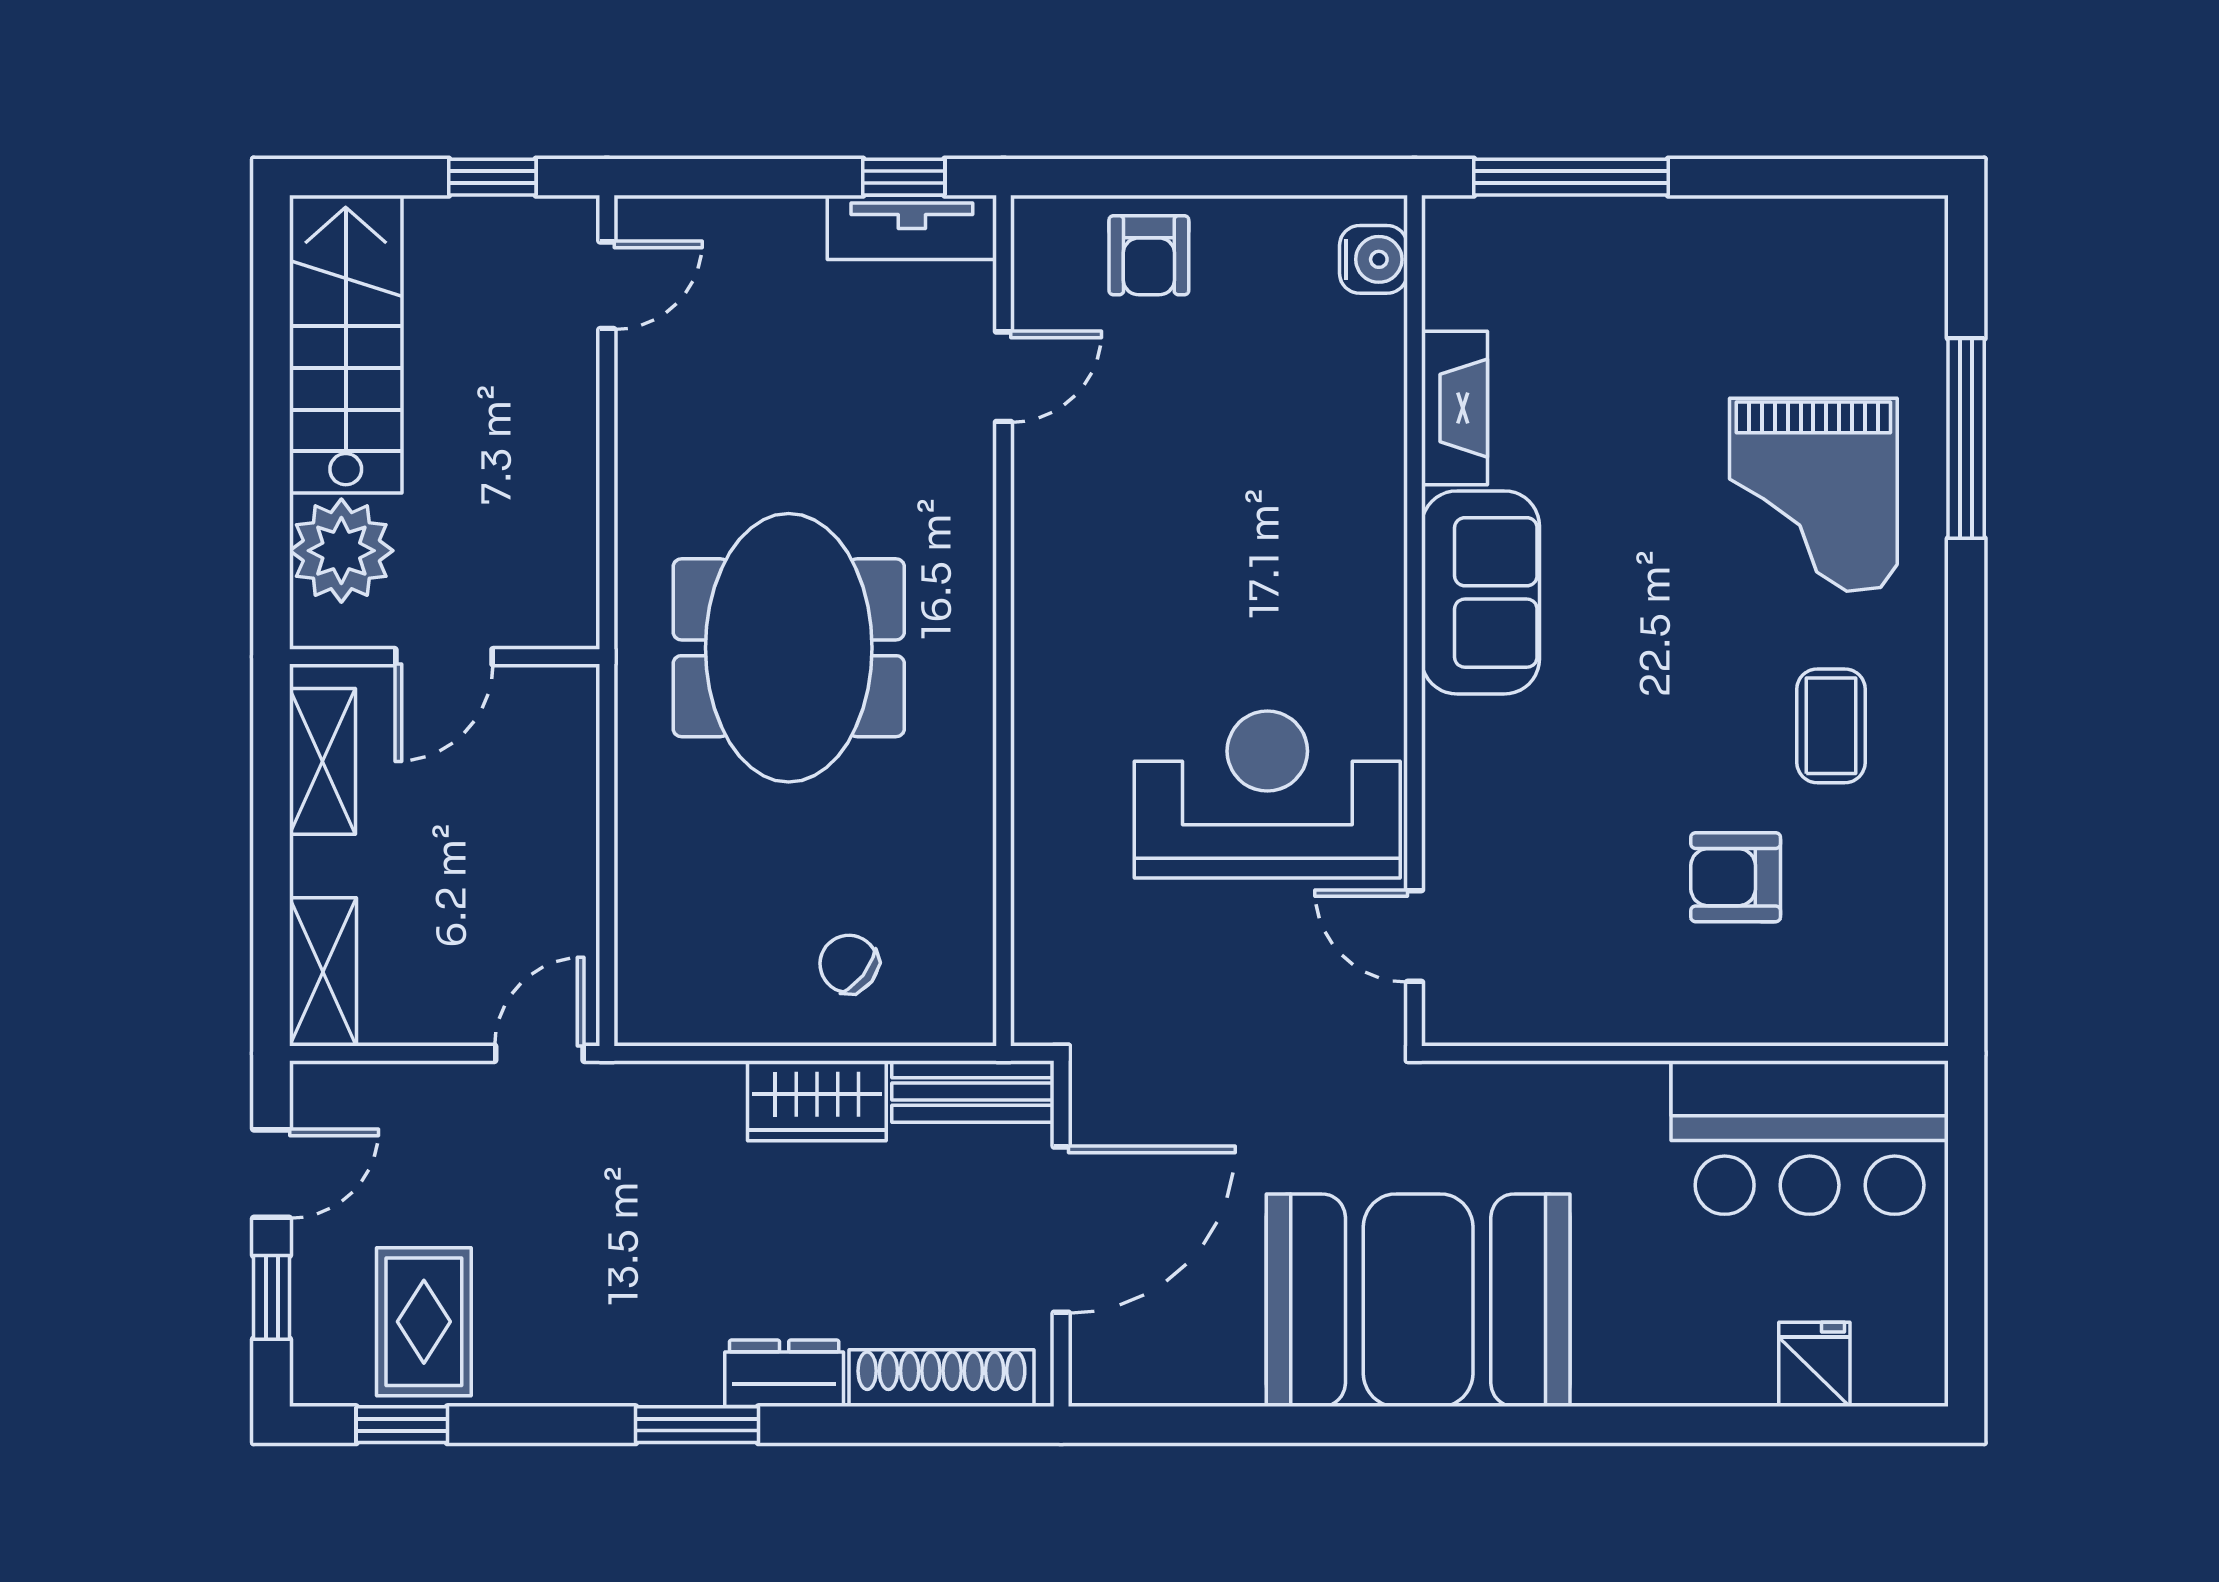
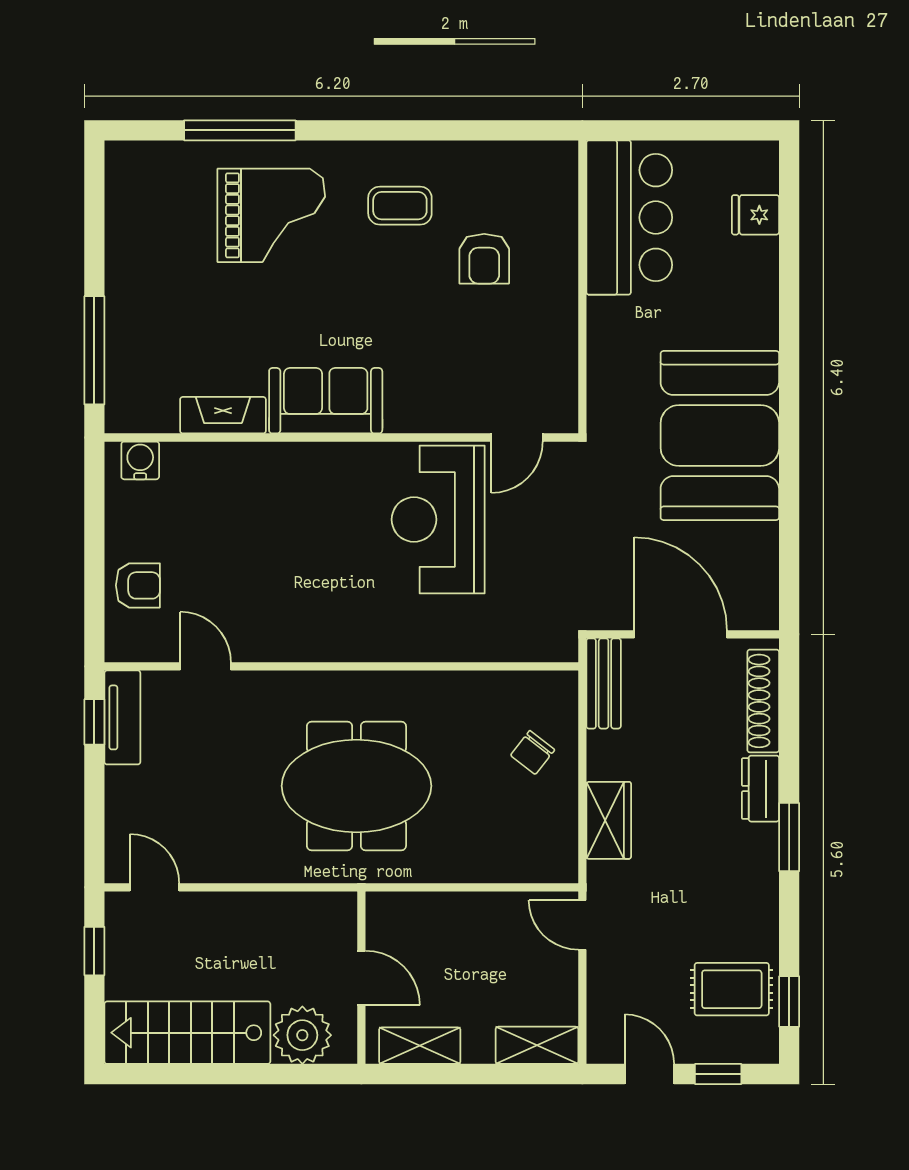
wardrobe: (817, 1101) -> (609, 820), moved

